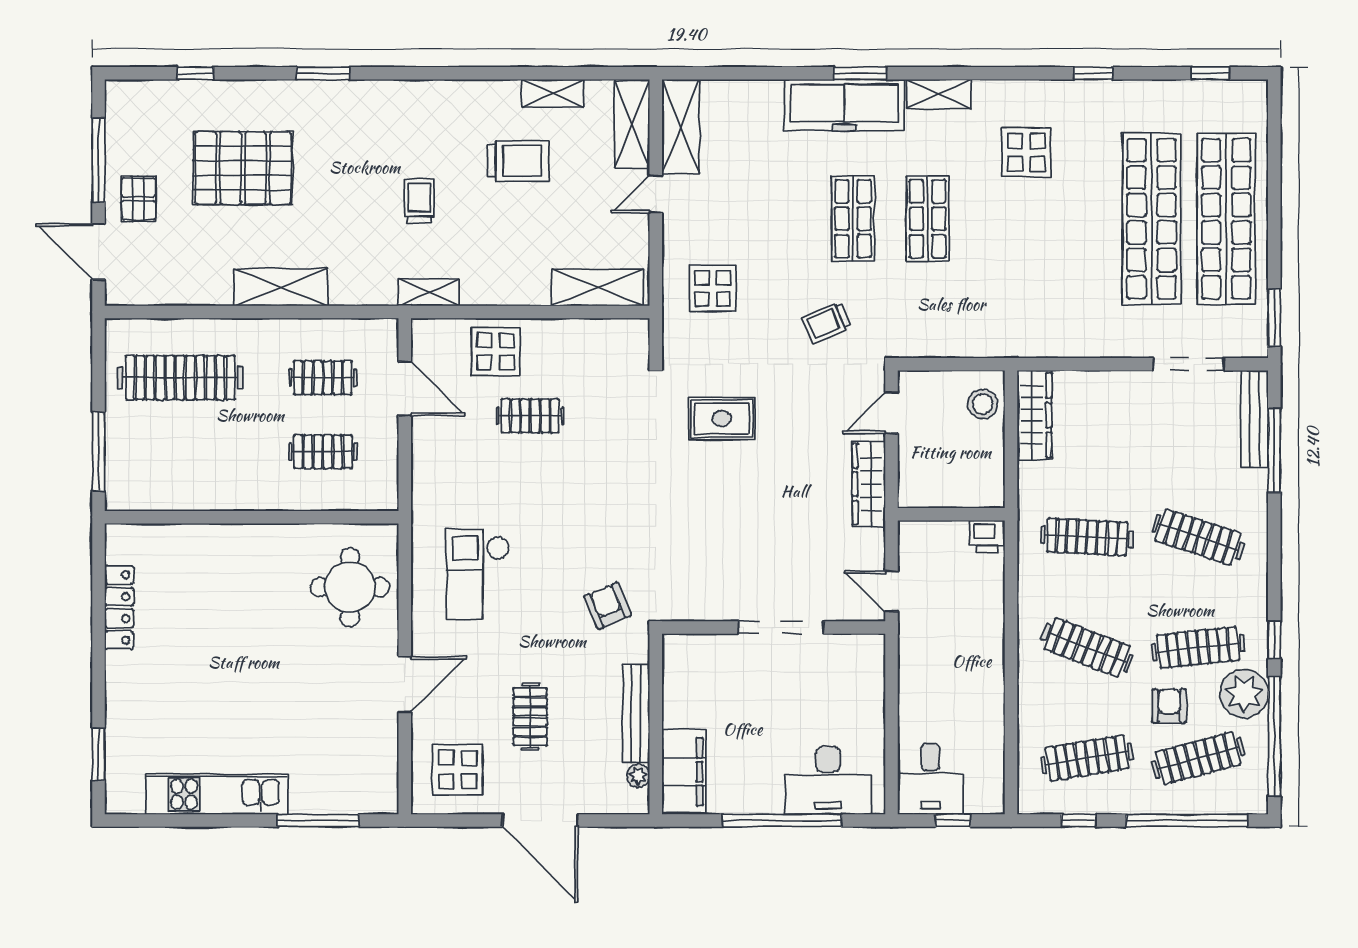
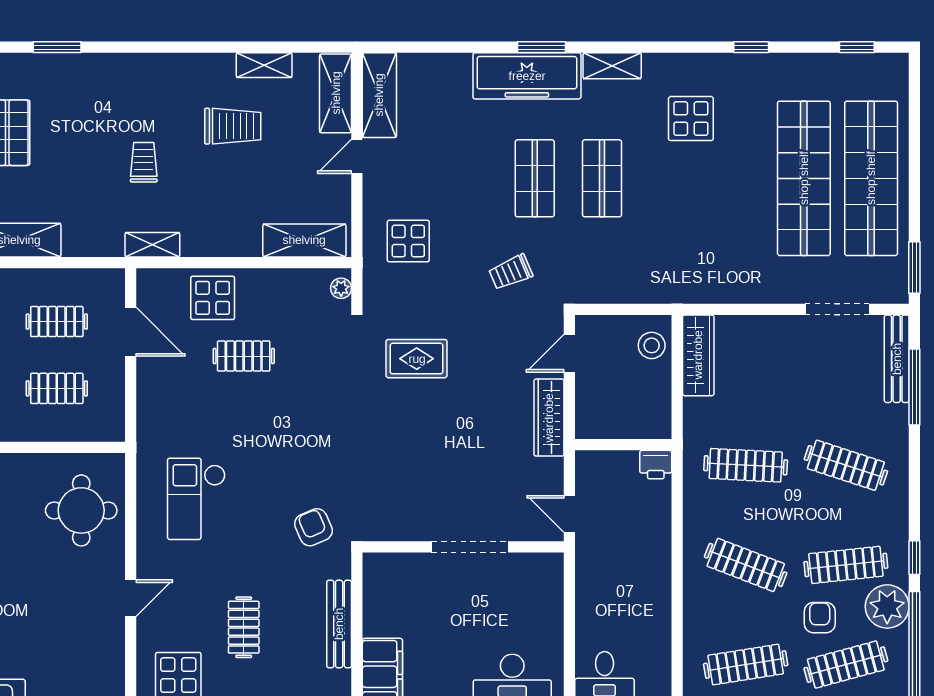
door: (405, 684) -> (131, 598), width x0.73
plant: (638, 776) -> (341, 288), moved

